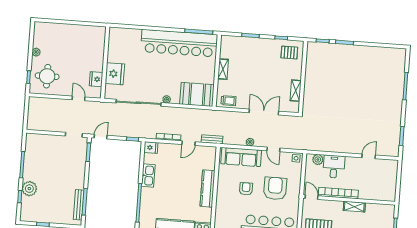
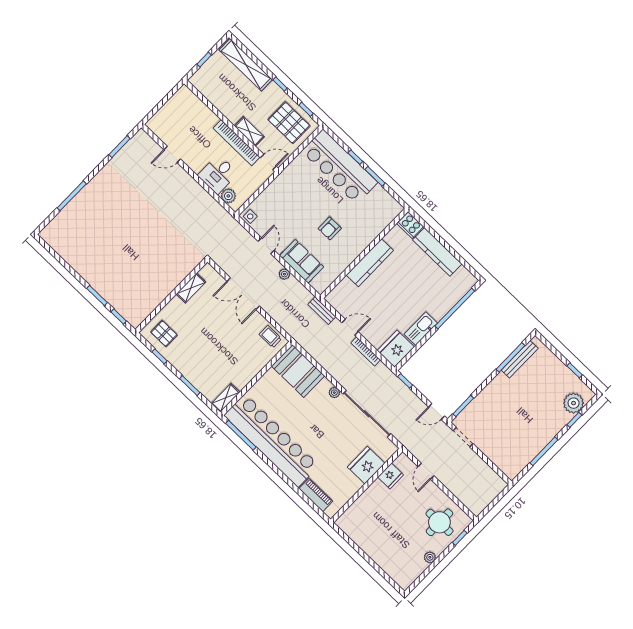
piano: (129, 34) -> (316, 495), added
shelving: (223, 69) -> (226, 398), moved
fridge: (151, 148) -> (396, 349), width x1.88, depth x1.34
sofa: (241, 157) -> (302, 261), width x0.73
armchair: (275, 188) -> (299, 203), removed
plant: (29, 189) -> (574, 403), moved
door: (311, 197) -> (268, 162), swing flipped
shelving: (354, 207) -> (249, 131), moved

